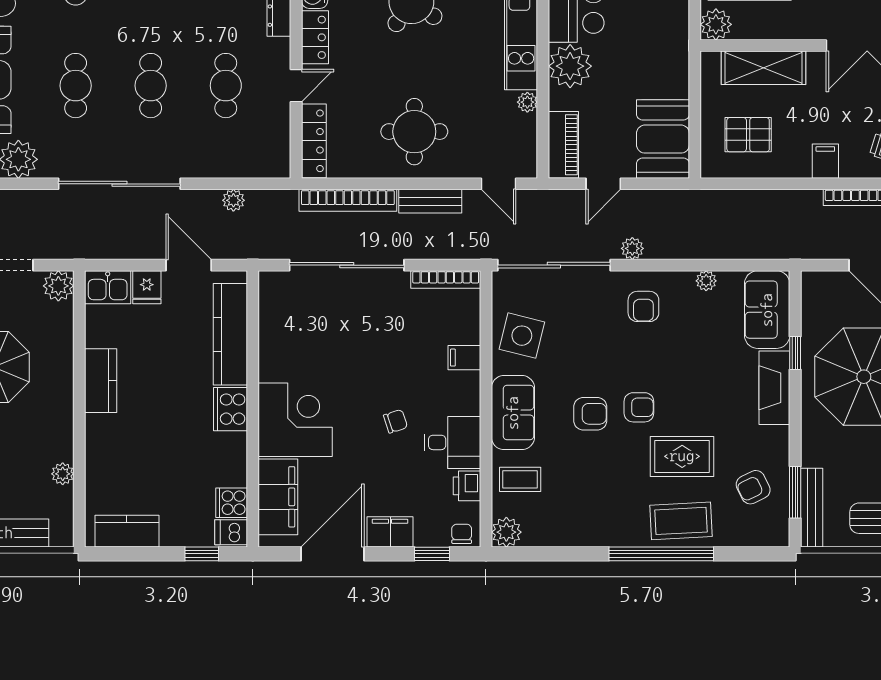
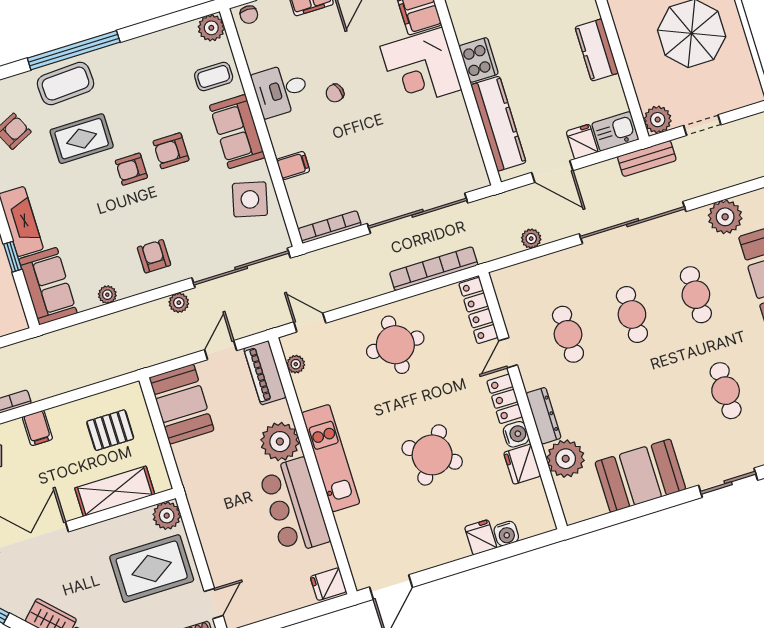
plant: (527, 102) -> (296, 364), moved
bench: (430, 201) -> (647, 159), moved
printer: (467, 486) -> (257, 57), removed

